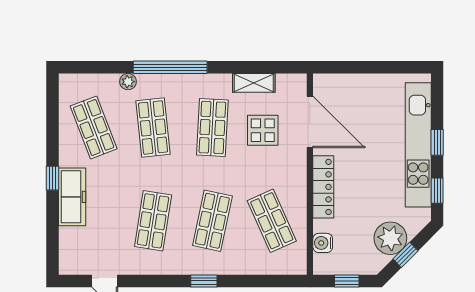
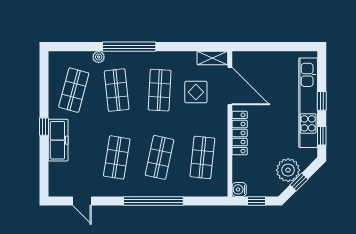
shelving: (254, 83) -> (212, 58), moved
shop shelf: (94, 127) -> (74, 90), turned 36
shop shelf: (272, 221) -> (202, 157), turned 30
water cooler: (323, 243) -> (239, 189), moved
window: (204, 281) -> (153, 201), width x3.17

